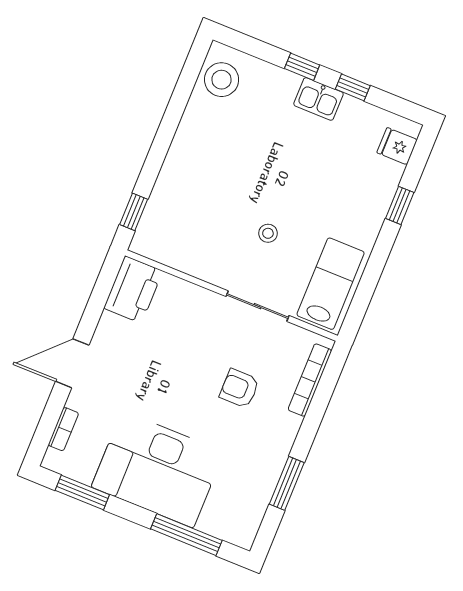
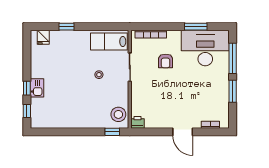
stool: (222, 80) -> (118, 114), moved
window: (353, 87) -> (27, 111), moved
kitchen sink: (318, 99) -> (37, 88), moved
printer: (133, 290) -> (138, 122), width x0.53, depth x0.68
desk: (158, 469) -> (205, 48), moved, turned -90
window: (82, 492) -> (233, 91), moved

